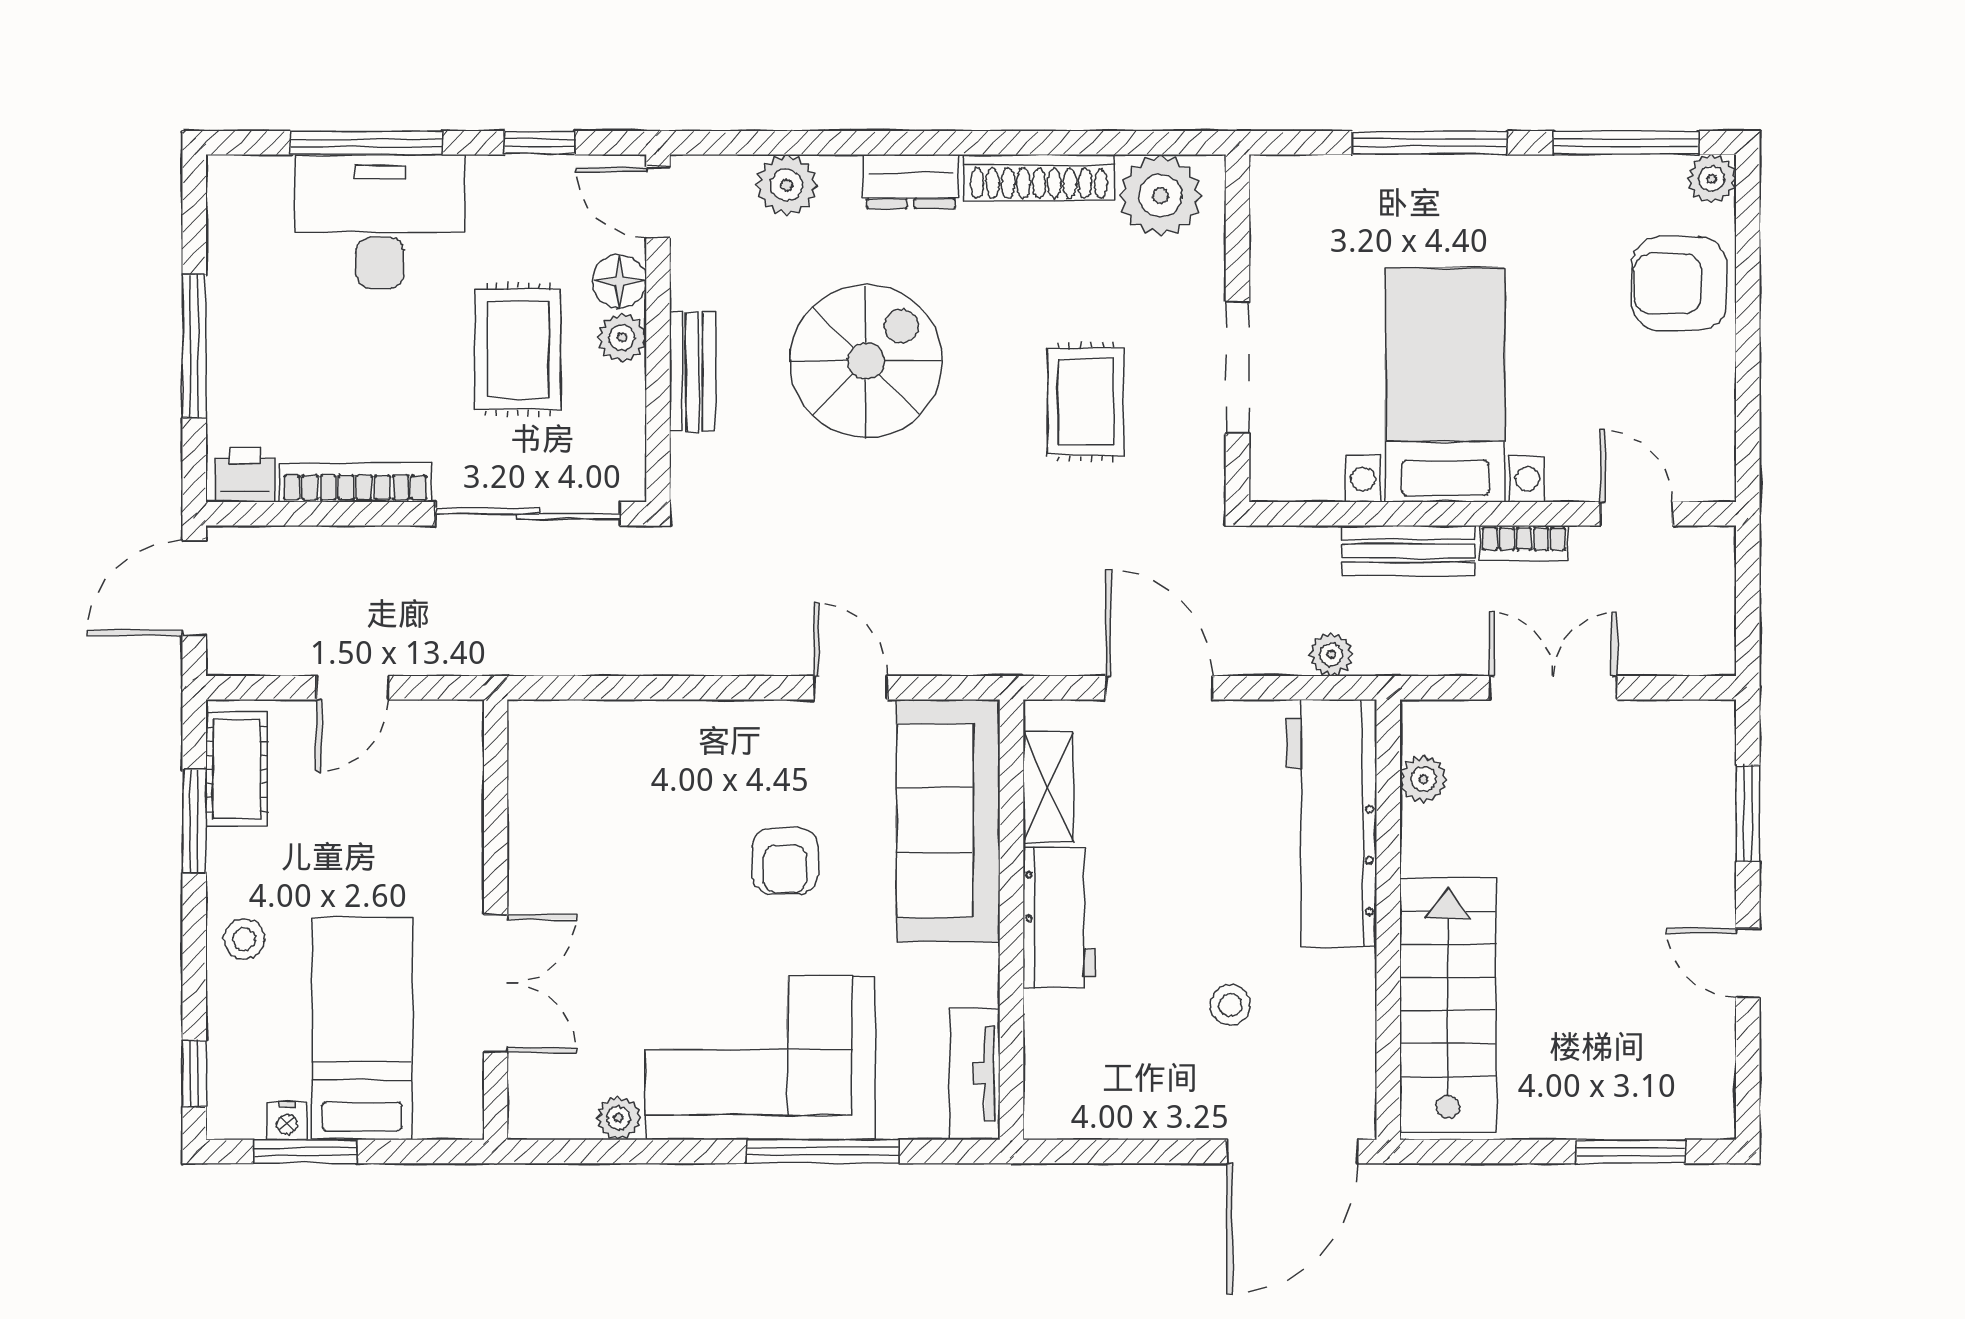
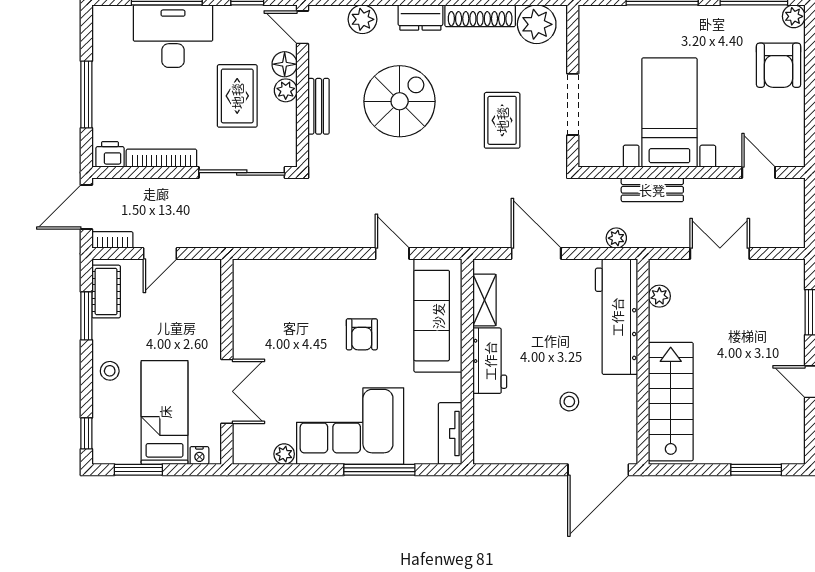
armchair: (1679, 284) -> (779, 65), turned -90
bookcase: (1524, 543) -> (112, 240), moved, turned 180
nightstand: (287, 1121) -> (199, 455), moved

